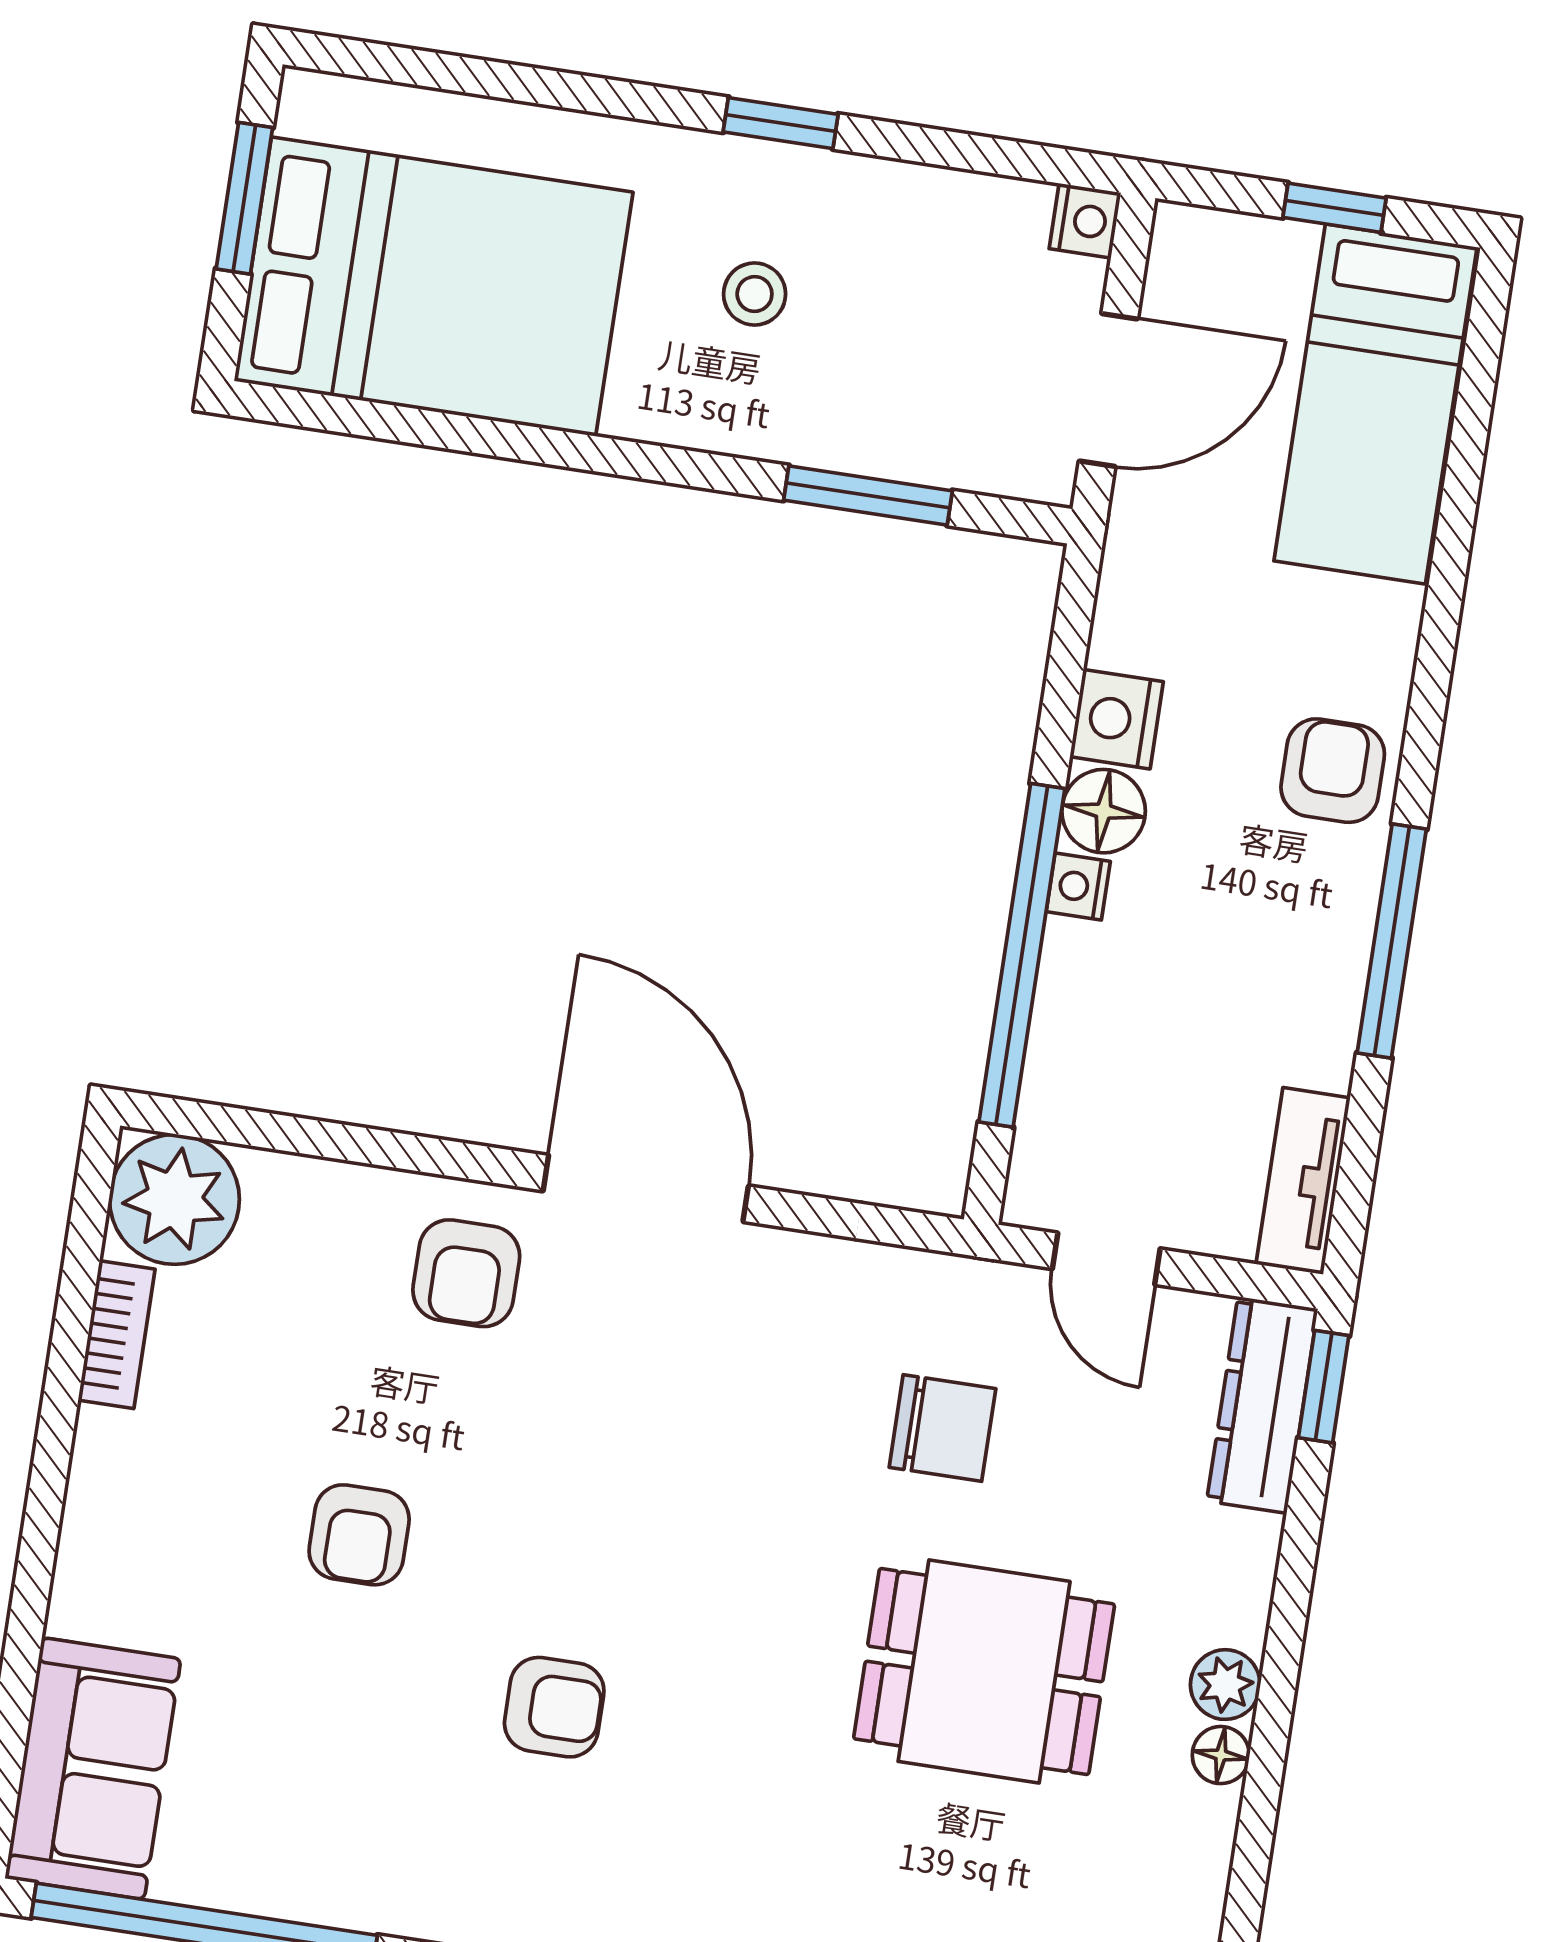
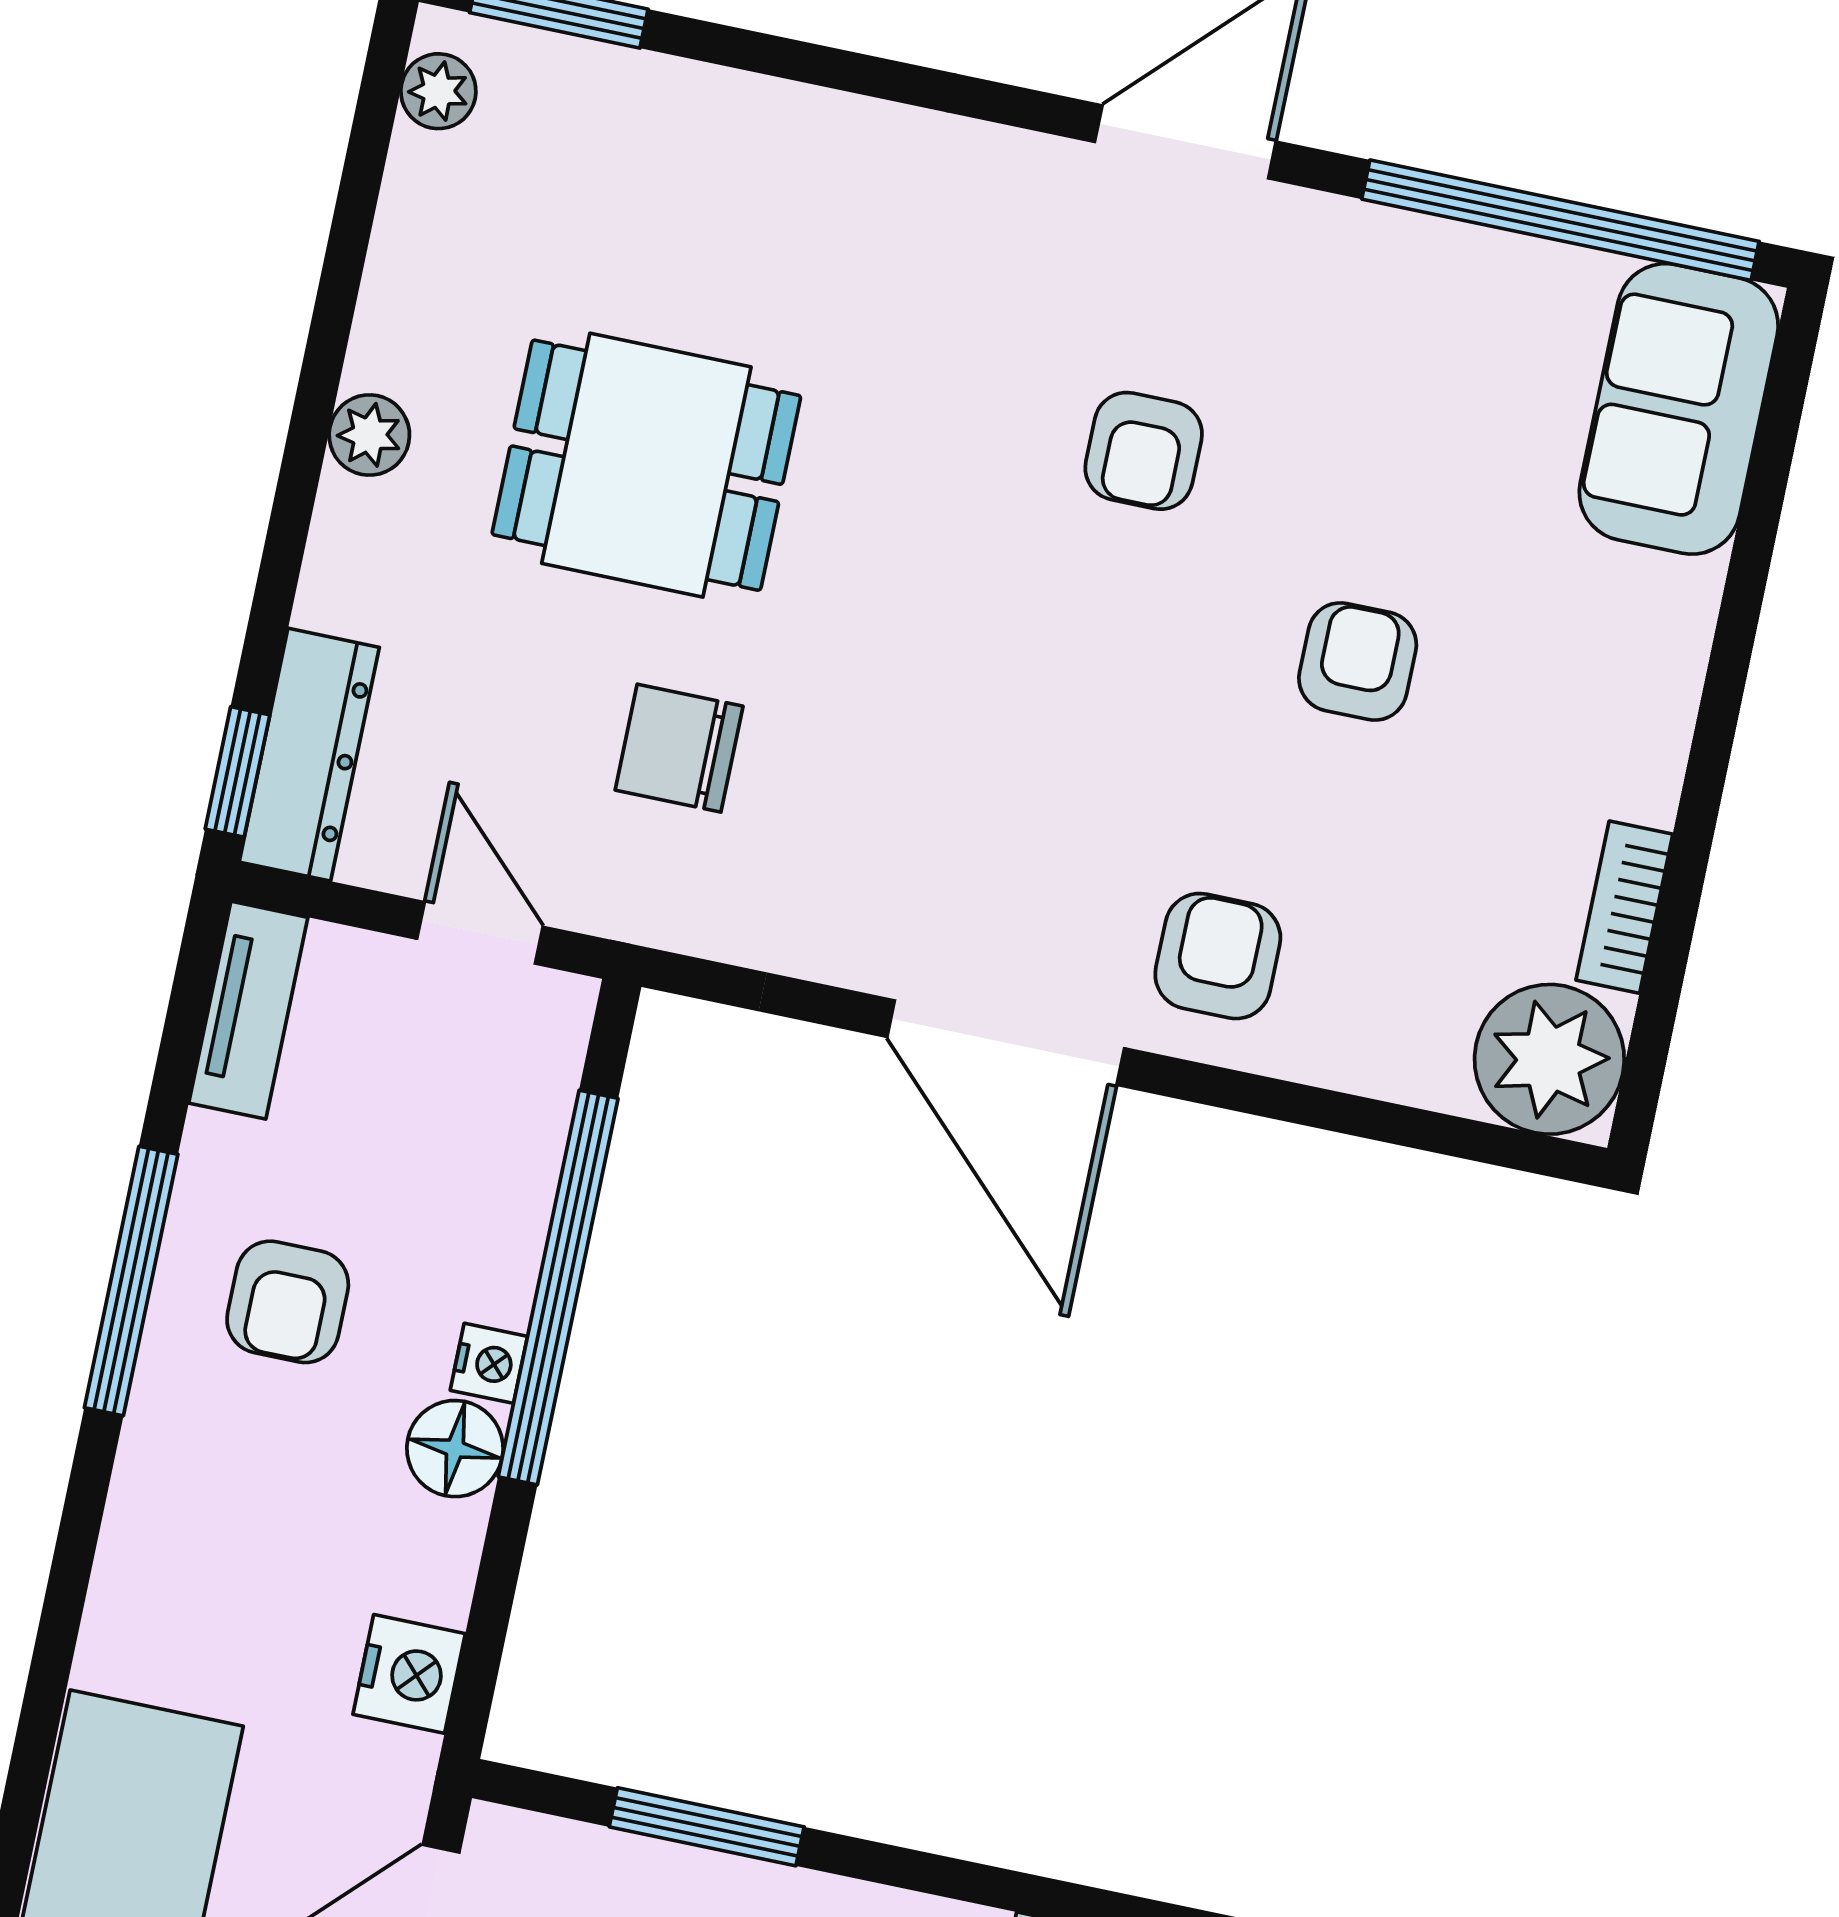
nightstand: (1117, 719) -> (409, 1674), moved
armchair: (1333, 771) -> (288, 1302), moved
armchair: (554, 1707) -> (1144, 451), turned -90
floor lamp: (1221, 1755) -> (379, 354), removed

